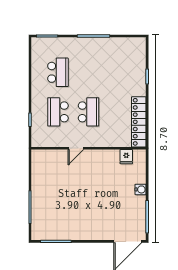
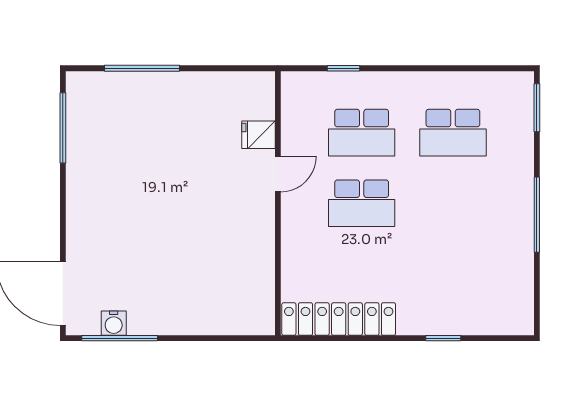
school desk: (58, 112) -> (362, 133), turned 180
door: (76, 148) -> (278, 174), swing flipped
fridge: (126, 157) -> (258, 135), moved
water cooler: (141, 189) -> (114, 323), moved

